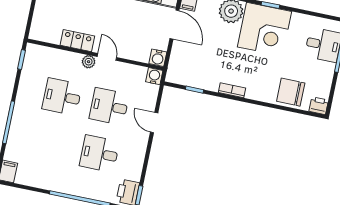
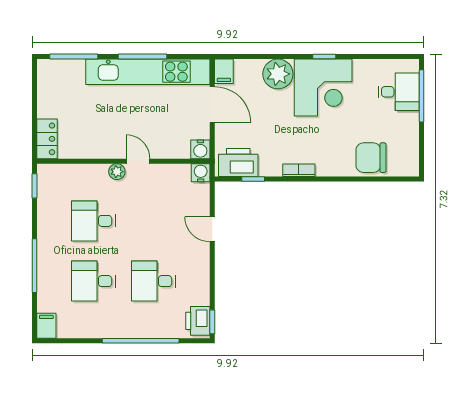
locker: (77, 41) -> (47, 139), moved, turned 90
desk: (109, 106) -> (93, 281), moved
printer: (319, 106) -> (238, 163), moved, width x1.87, depth x1.48

